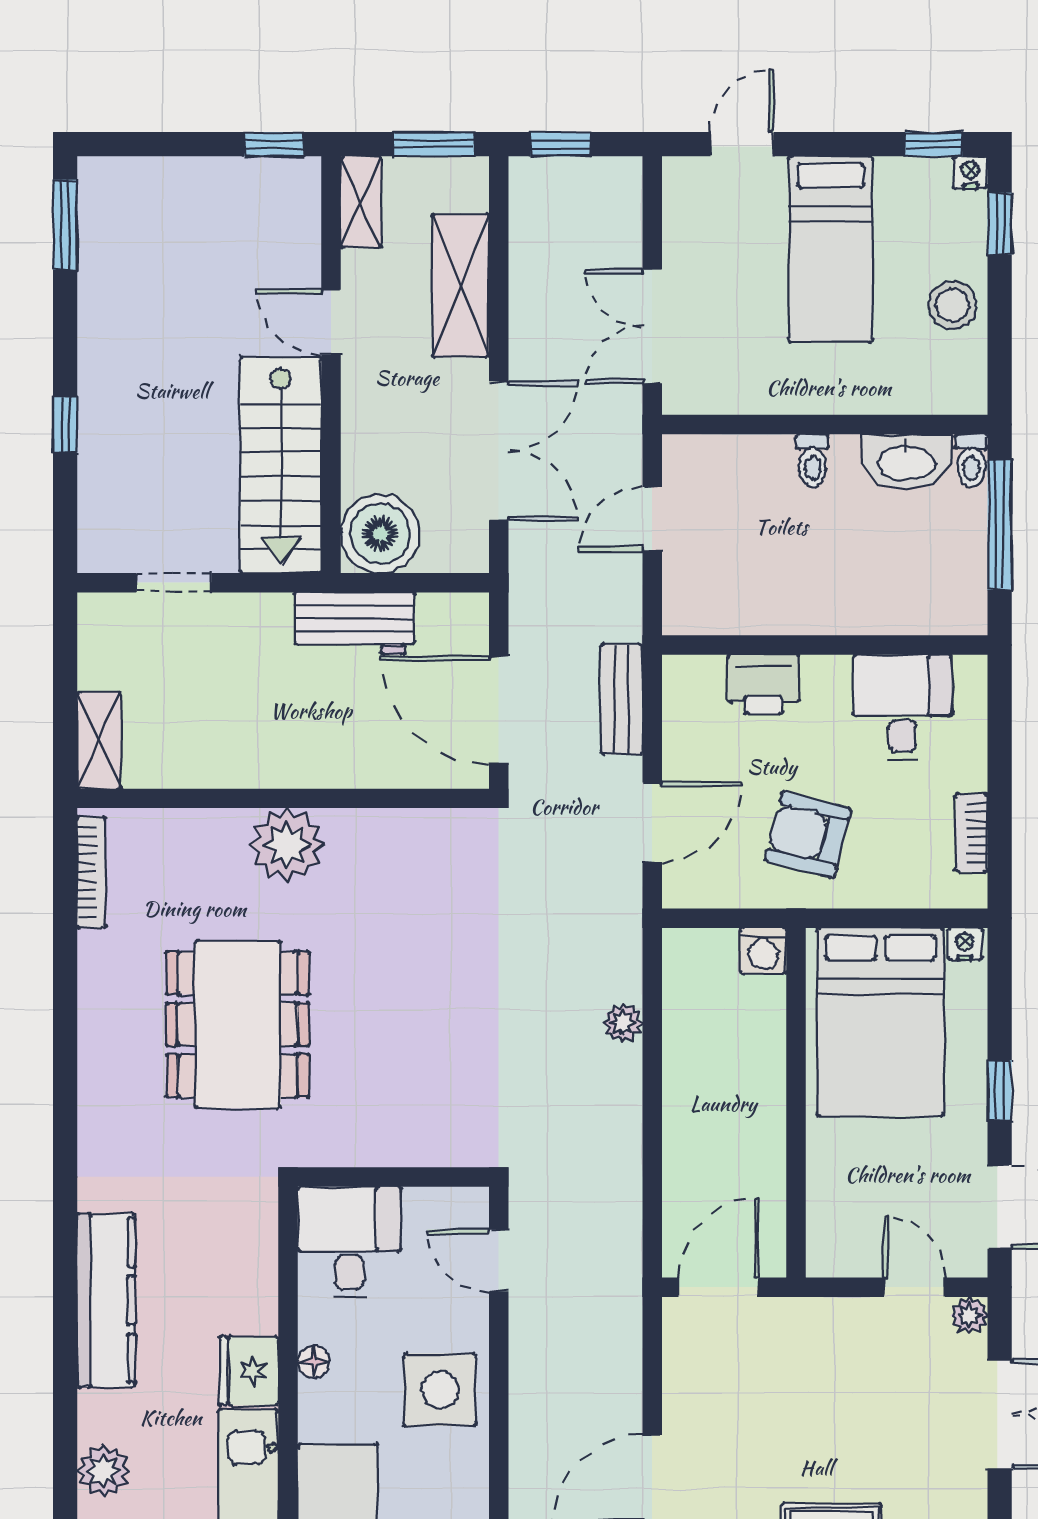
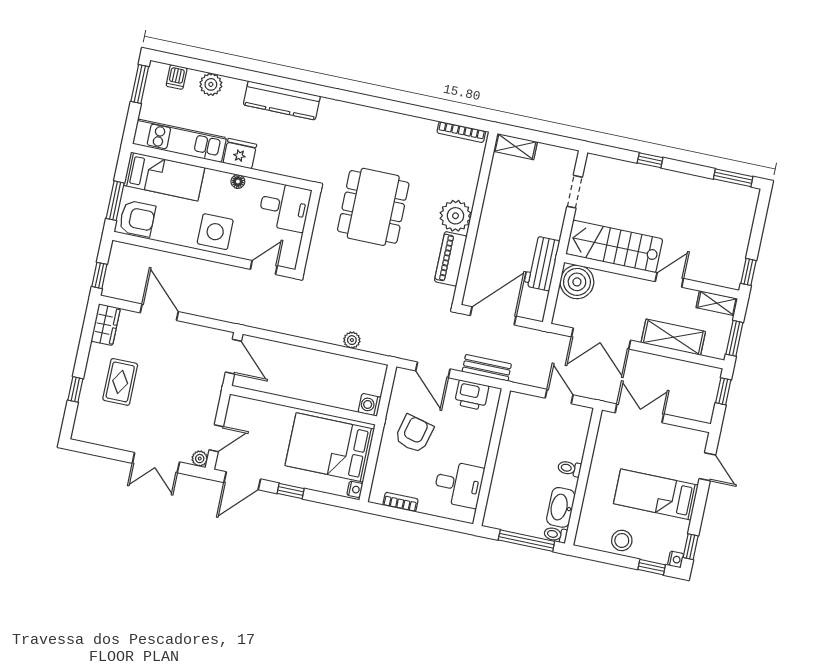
printer: (764, 684) -> (472, 395), moved, turned -90
piano: (388, 835) -> (451, 259), added
dining table: (238, 1024) -> (373, 207), moved, turned 90

